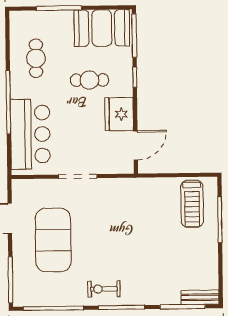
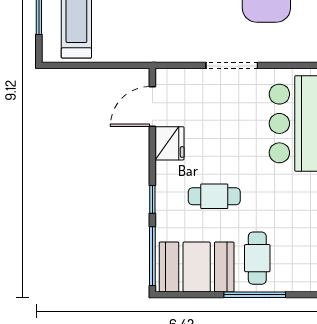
cafe table: (36, 58) -> (257, 258), moved
fridge: (119, 114) -> (170, 143), width x0.73, depth x0.75

